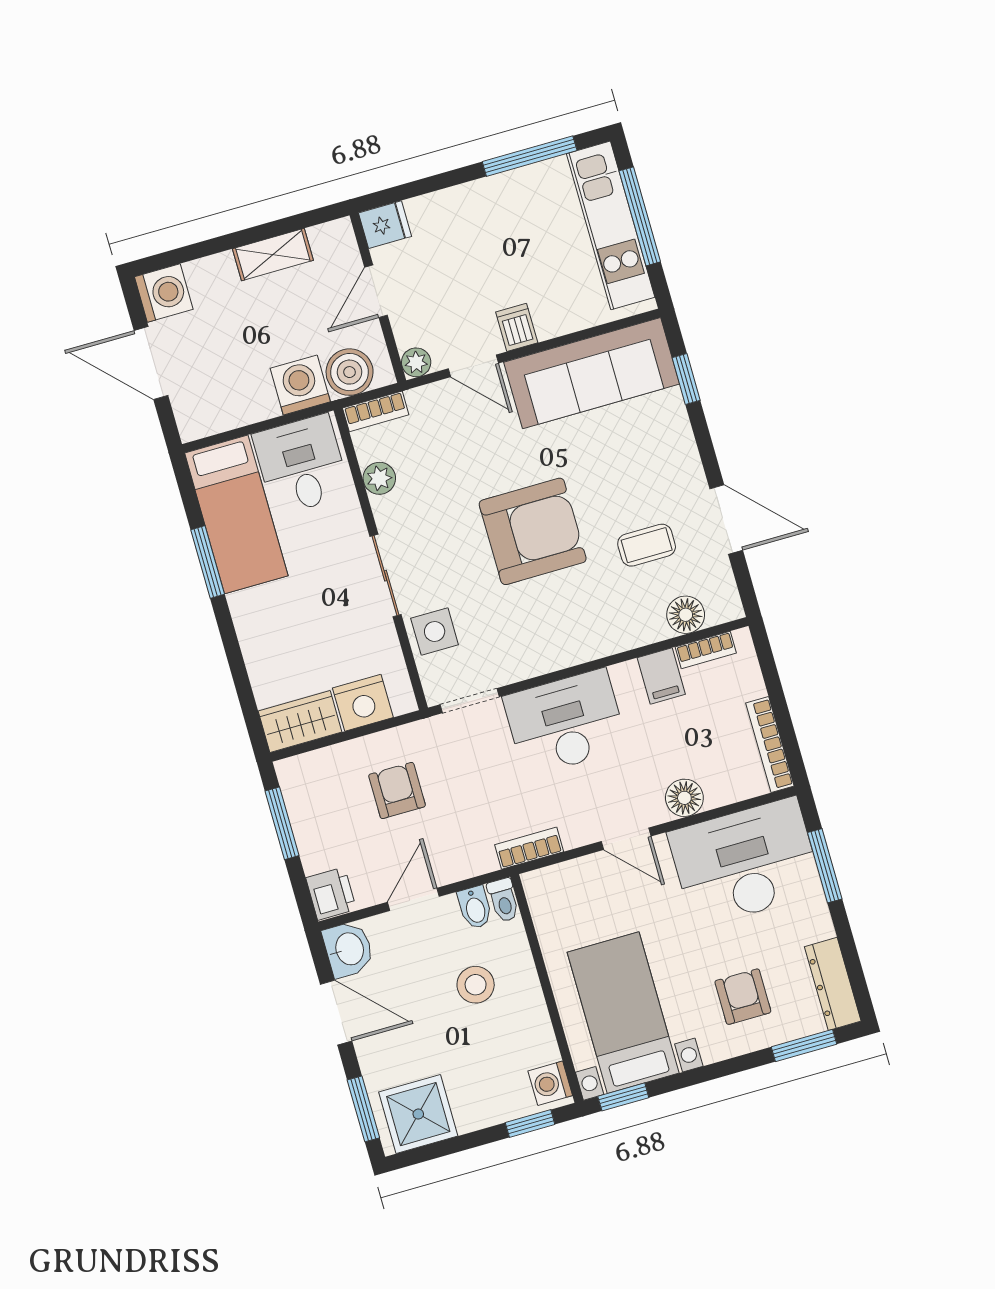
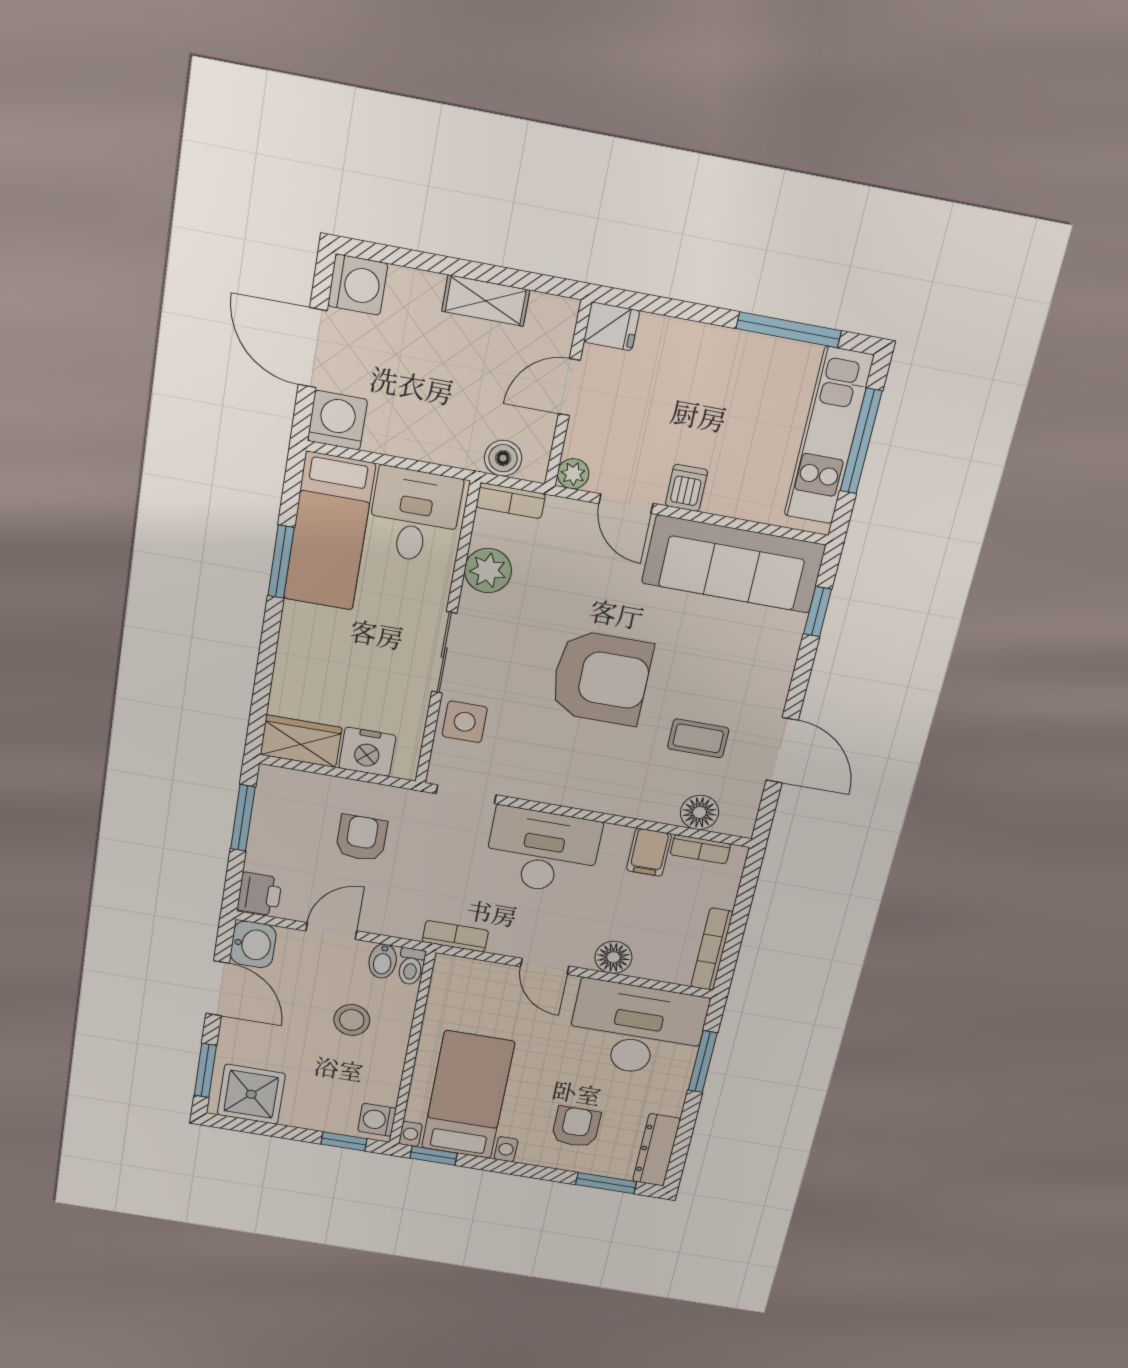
boiler: (350, 372) -> (503, 458), width x0.73, depth x0.73
washing machine: (300, 385) -> (337, 420), moved
plant: (379, 478) -> (488, 571), width x1.38, depth x1.38

